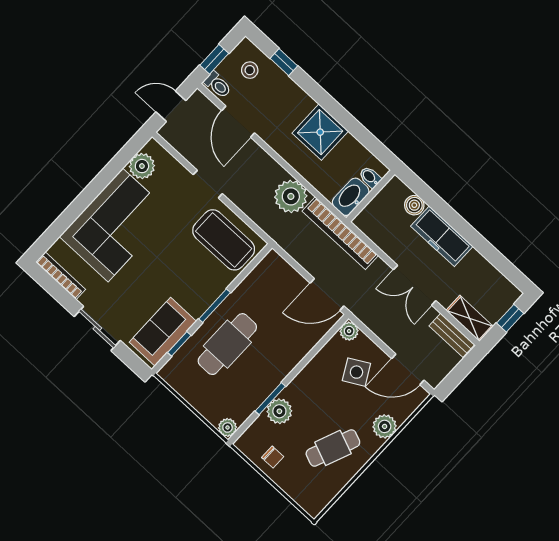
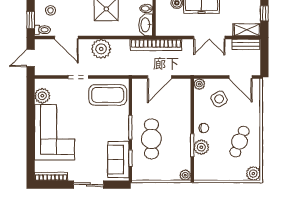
plant: (291, 196) -> (101, 49), moved
door: (327, 294) -> (160, 77), moved
door: (408, 369) -> (240, 77), hinge flipped
plant: (385, 426) -> (253, 174), moved
chair: (273, 457) -> (204, 128), moved

